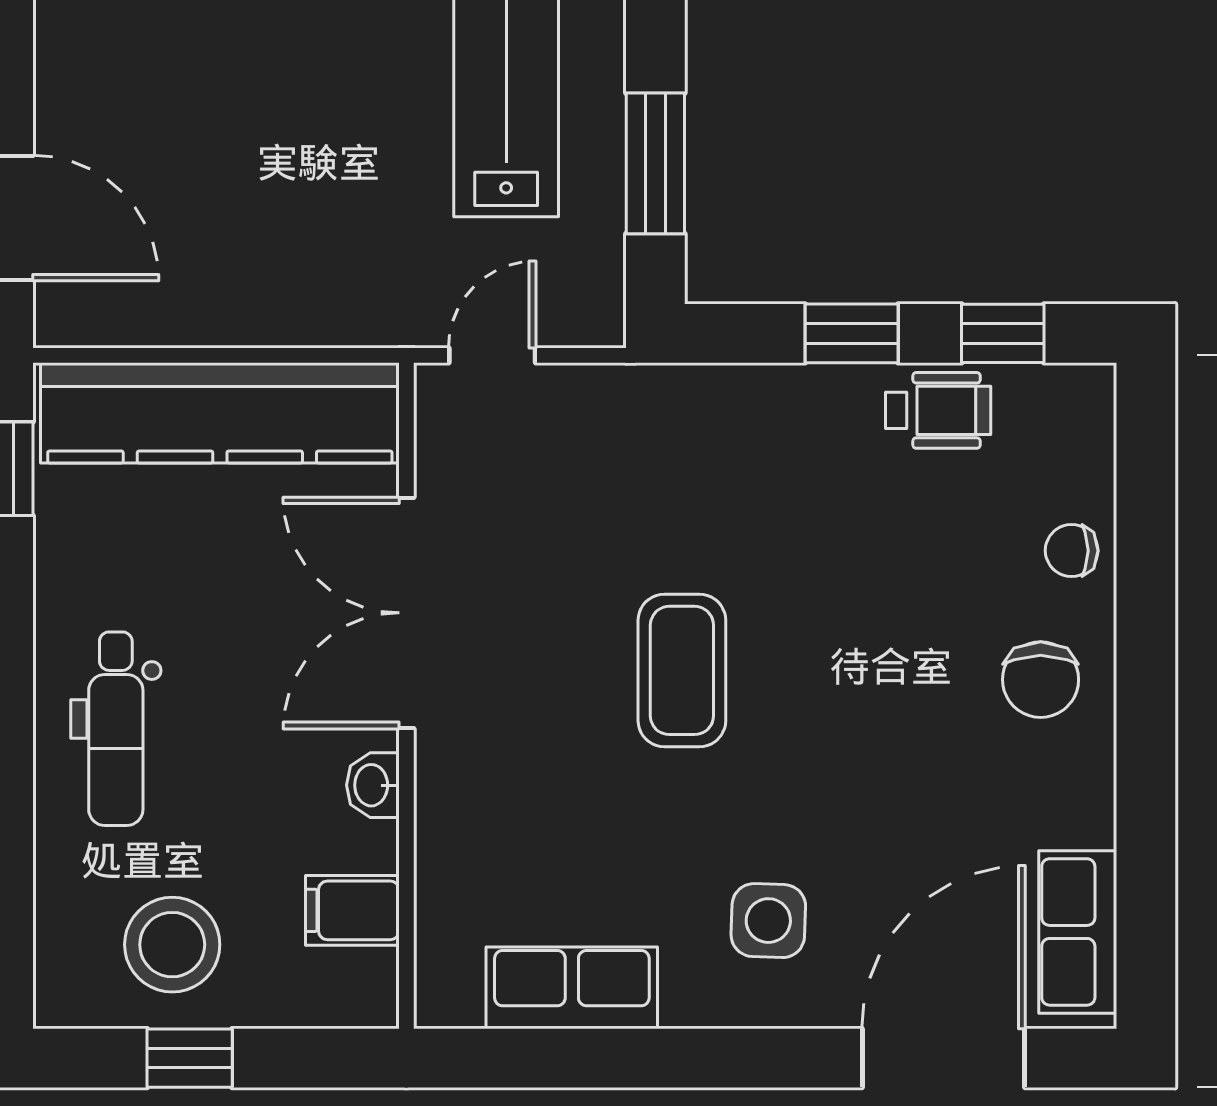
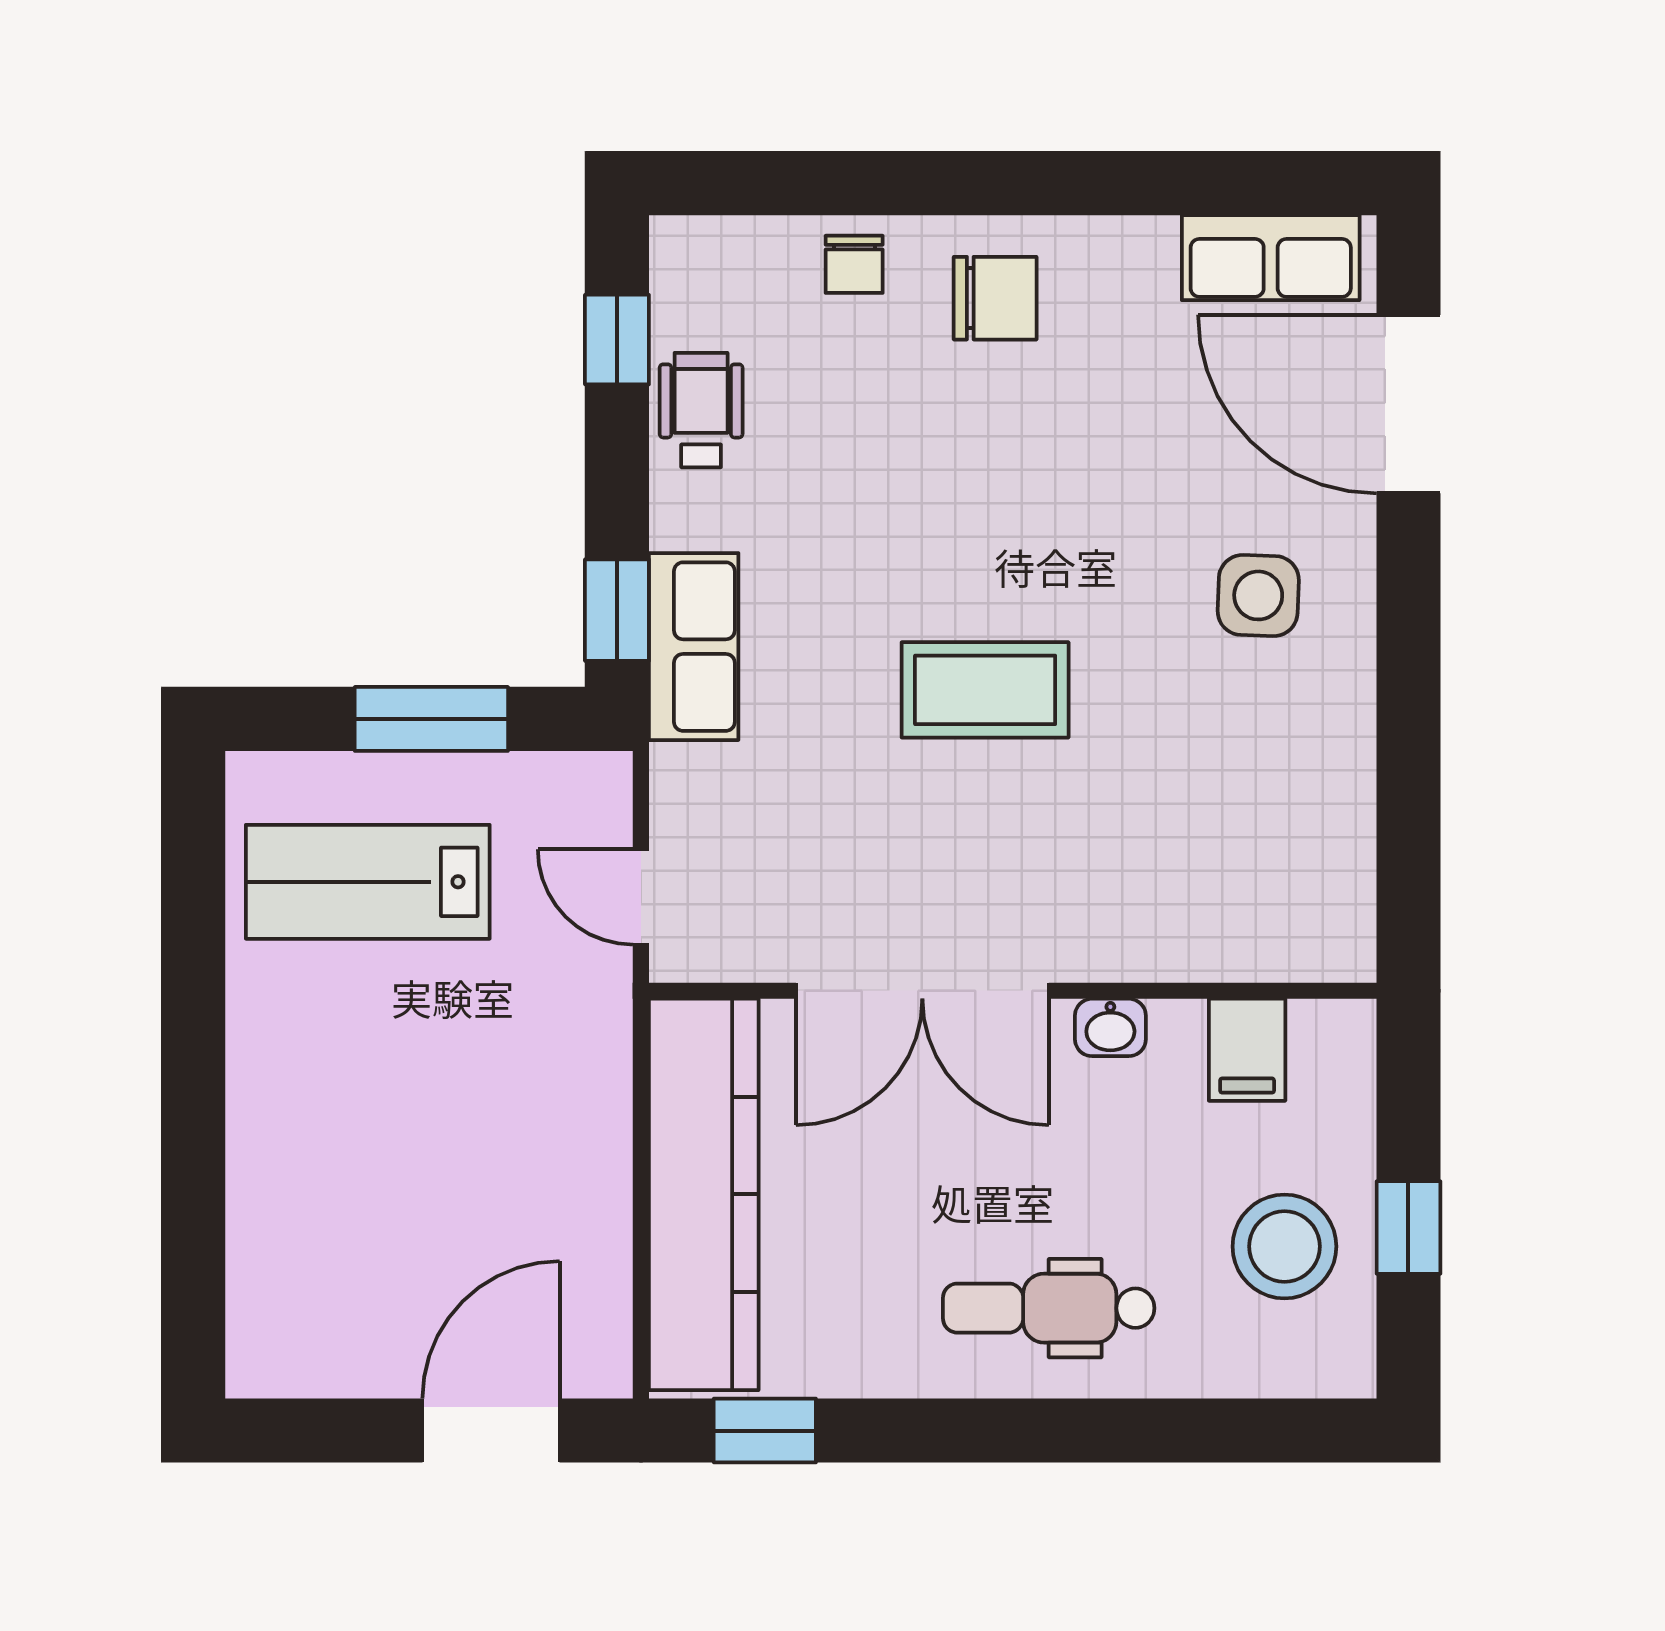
window: (852, 333) -> (617, 610), moved
dental chair: (116, 729) -> (1049, 1308), turned 180
row of seats: (572, 988) -> (694, 647), moved, turned 180

